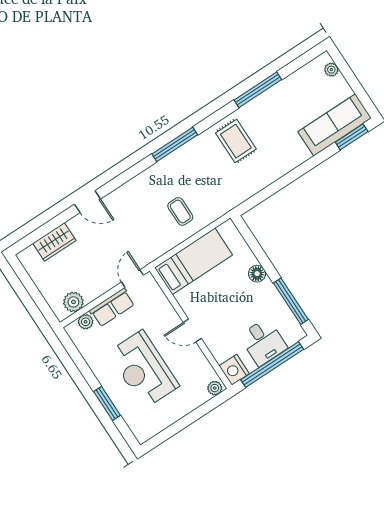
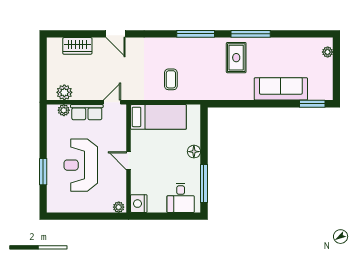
window: (258, 90) -> (251, 34), moved
sofa: (335, 125) -> (281, 89), moved
desk: (263, 342) -> (181, 198), moved
window: (272, 364) -> (165, 216), removed

